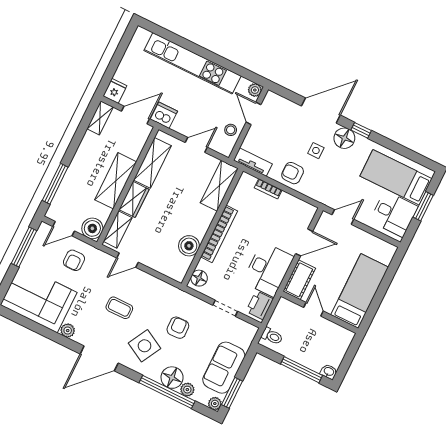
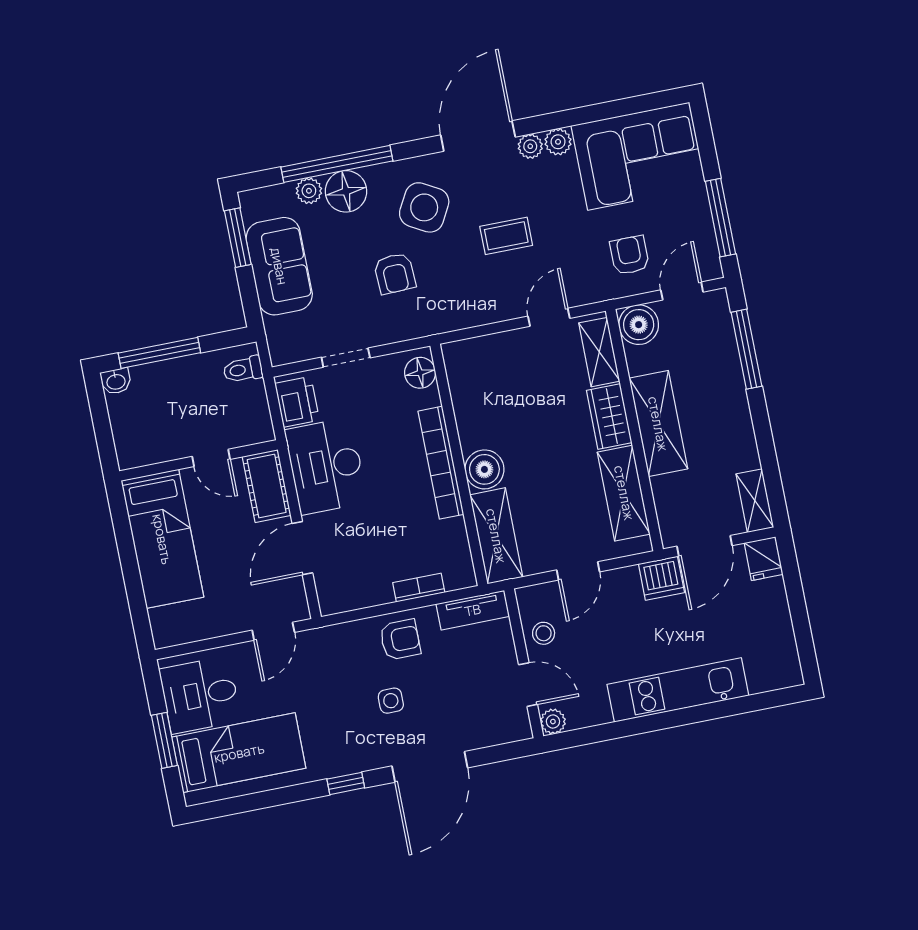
kitchen unit: (193, 63) -> (678, 690), width x0.73
floor lamp: (344, 138) -> (362, 752), removed
boiler: (189, 246) -> (484, 469), moved
plant: (215, 404) -> (530, 146), moved

